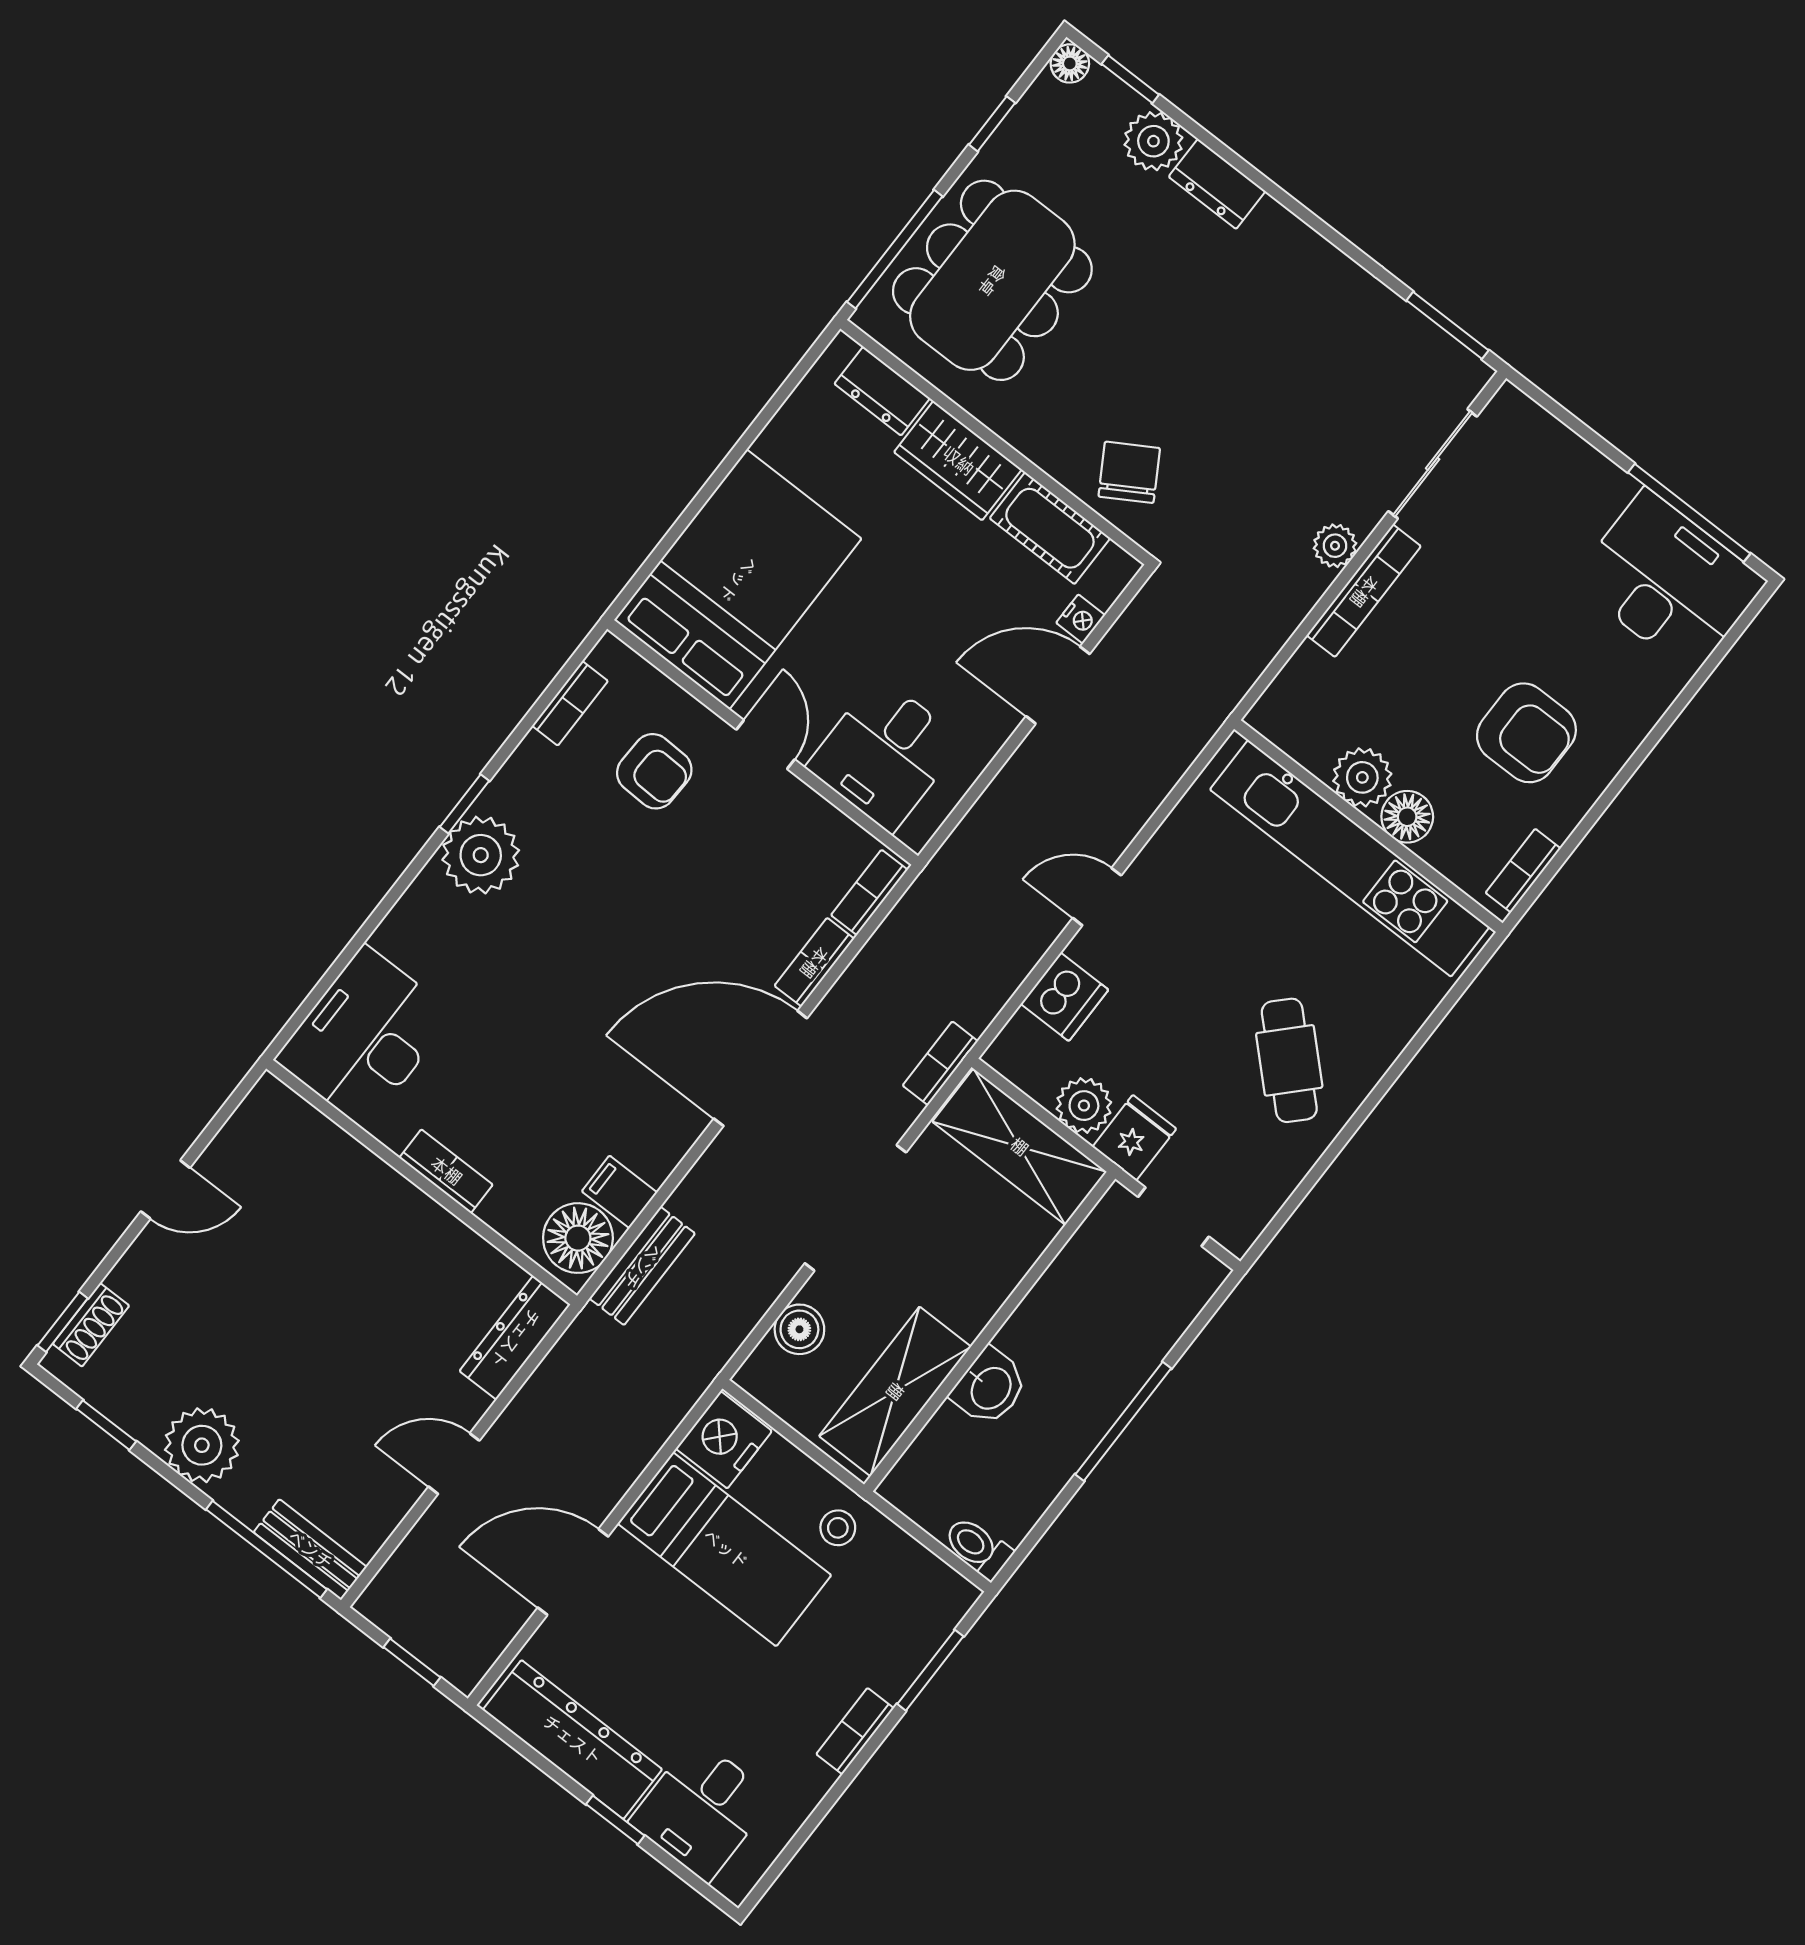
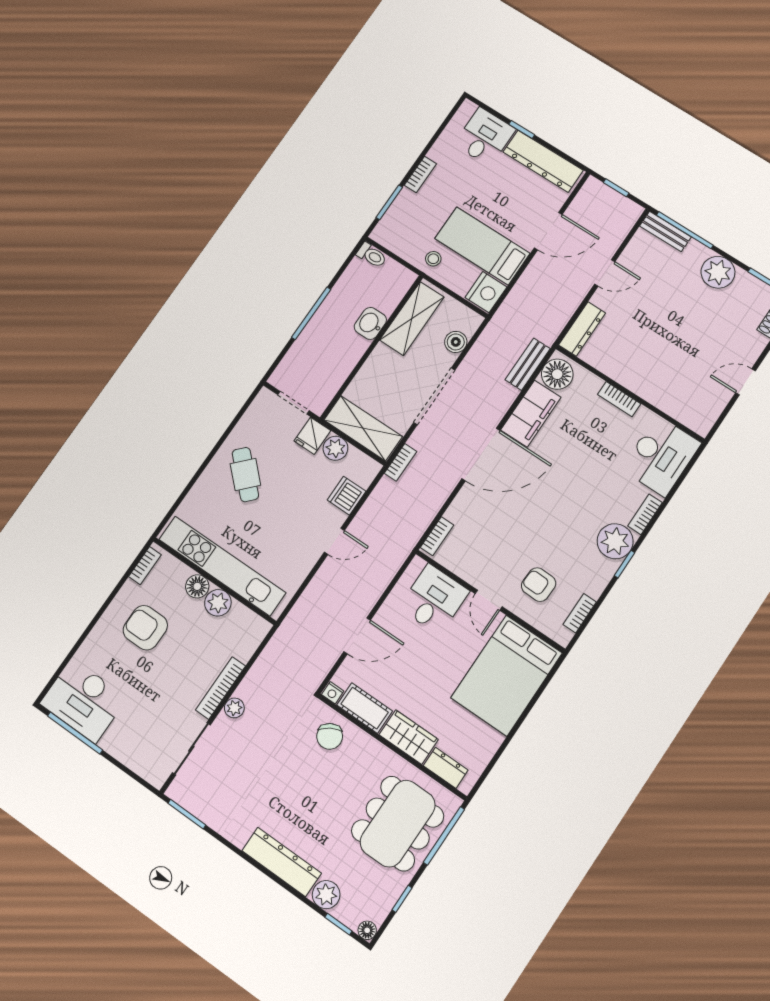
dresser: (1217, 184) -> (282, 862), width x1.96, depth x1.24
nightstand: (1081, 619) -> (333, 693), moved, turned -90
bookcase: (814, 962) -> (645, 514), moved, turned 180
filing cabinet: (619, 1192) -> (531, 414), width x3.00, depth x1.17

